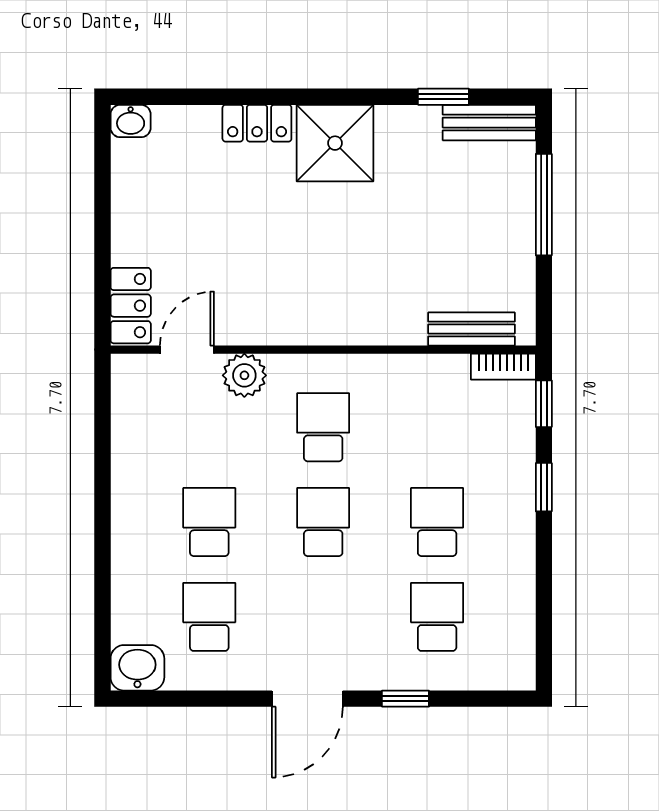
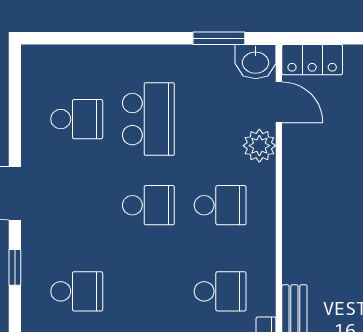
window: (102, 429) -> (219, 38), added
school desk: (209, 522) -> (148, 119), width x1.85
school desk: (437, 522) -> (220, 291), moved
washbasin: (137, 668) -> (256, 62), moved, turned 90

